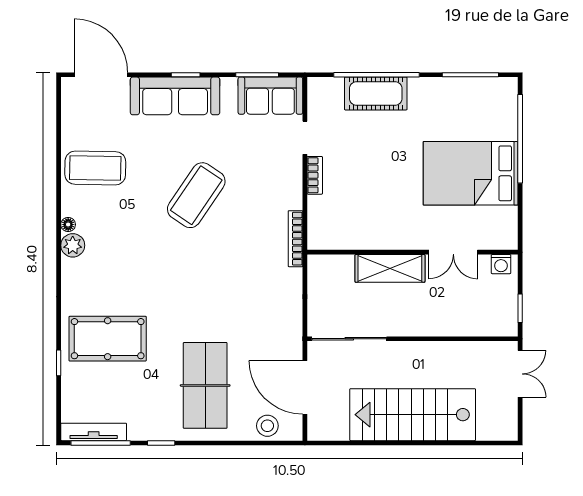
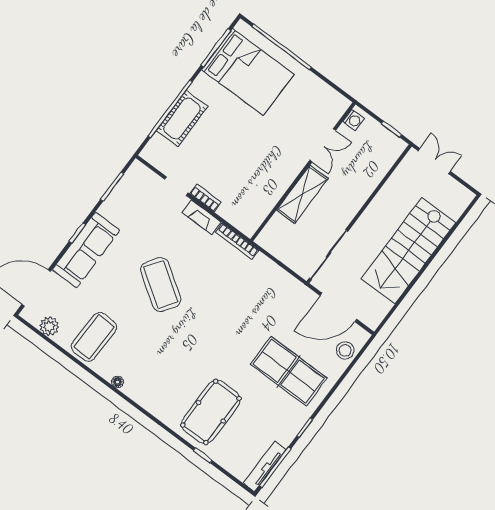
sofa: (270, 96) -> (132, 188), removed
bed: (471, 173) -> (248, 72), moved, turned -90
fireplace: (293, 186) -> (202, 217), added
plant: (73, 245) -> (49, 326), moved

